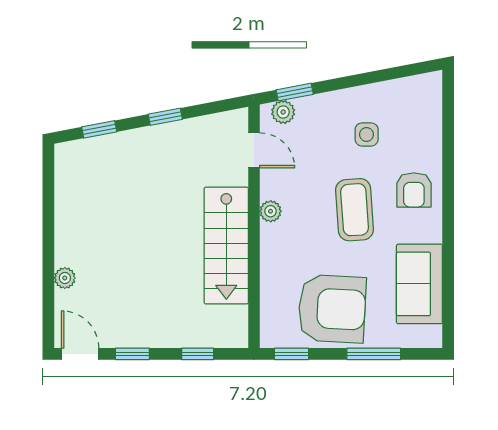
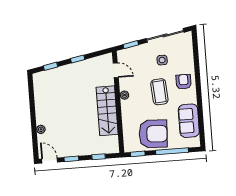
sliding door: (378, 76) -> (165, 35), added
plant: (283, 112) -> (127, 53), removed
armchair: (414, 190) -> (184, 82), turned 180
window: (374, 354) -> (172, 151), width x1.44

